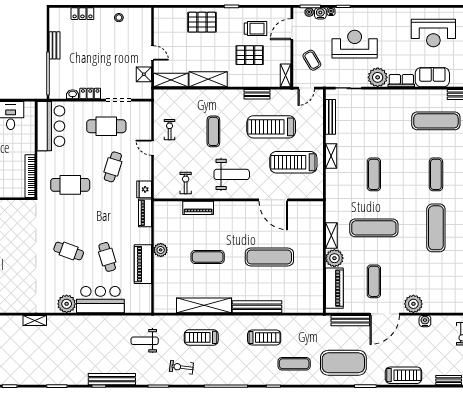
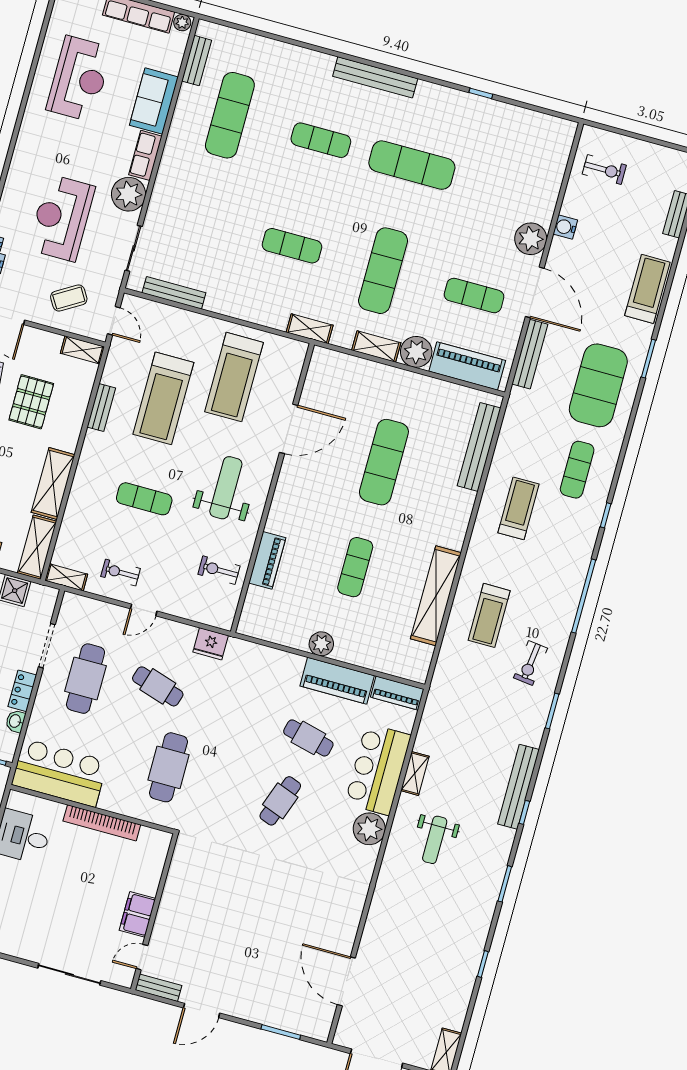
shelving: (159, 101) -> (66, 577), added
shelving: (331, 156) -> (310, 329), moved
bookcase: (30, 176) -> (102, 823), moved
piano: (145, 213) -> (397, 693), moved
cafe table: (107, 257) -> (308, 738), turned 31
bench: (257, 307) -> (479, 447), moved
shelving: (35, 320) -> (415, 773), moved
weight bench: (145, 341) -> (435, 840), moved

